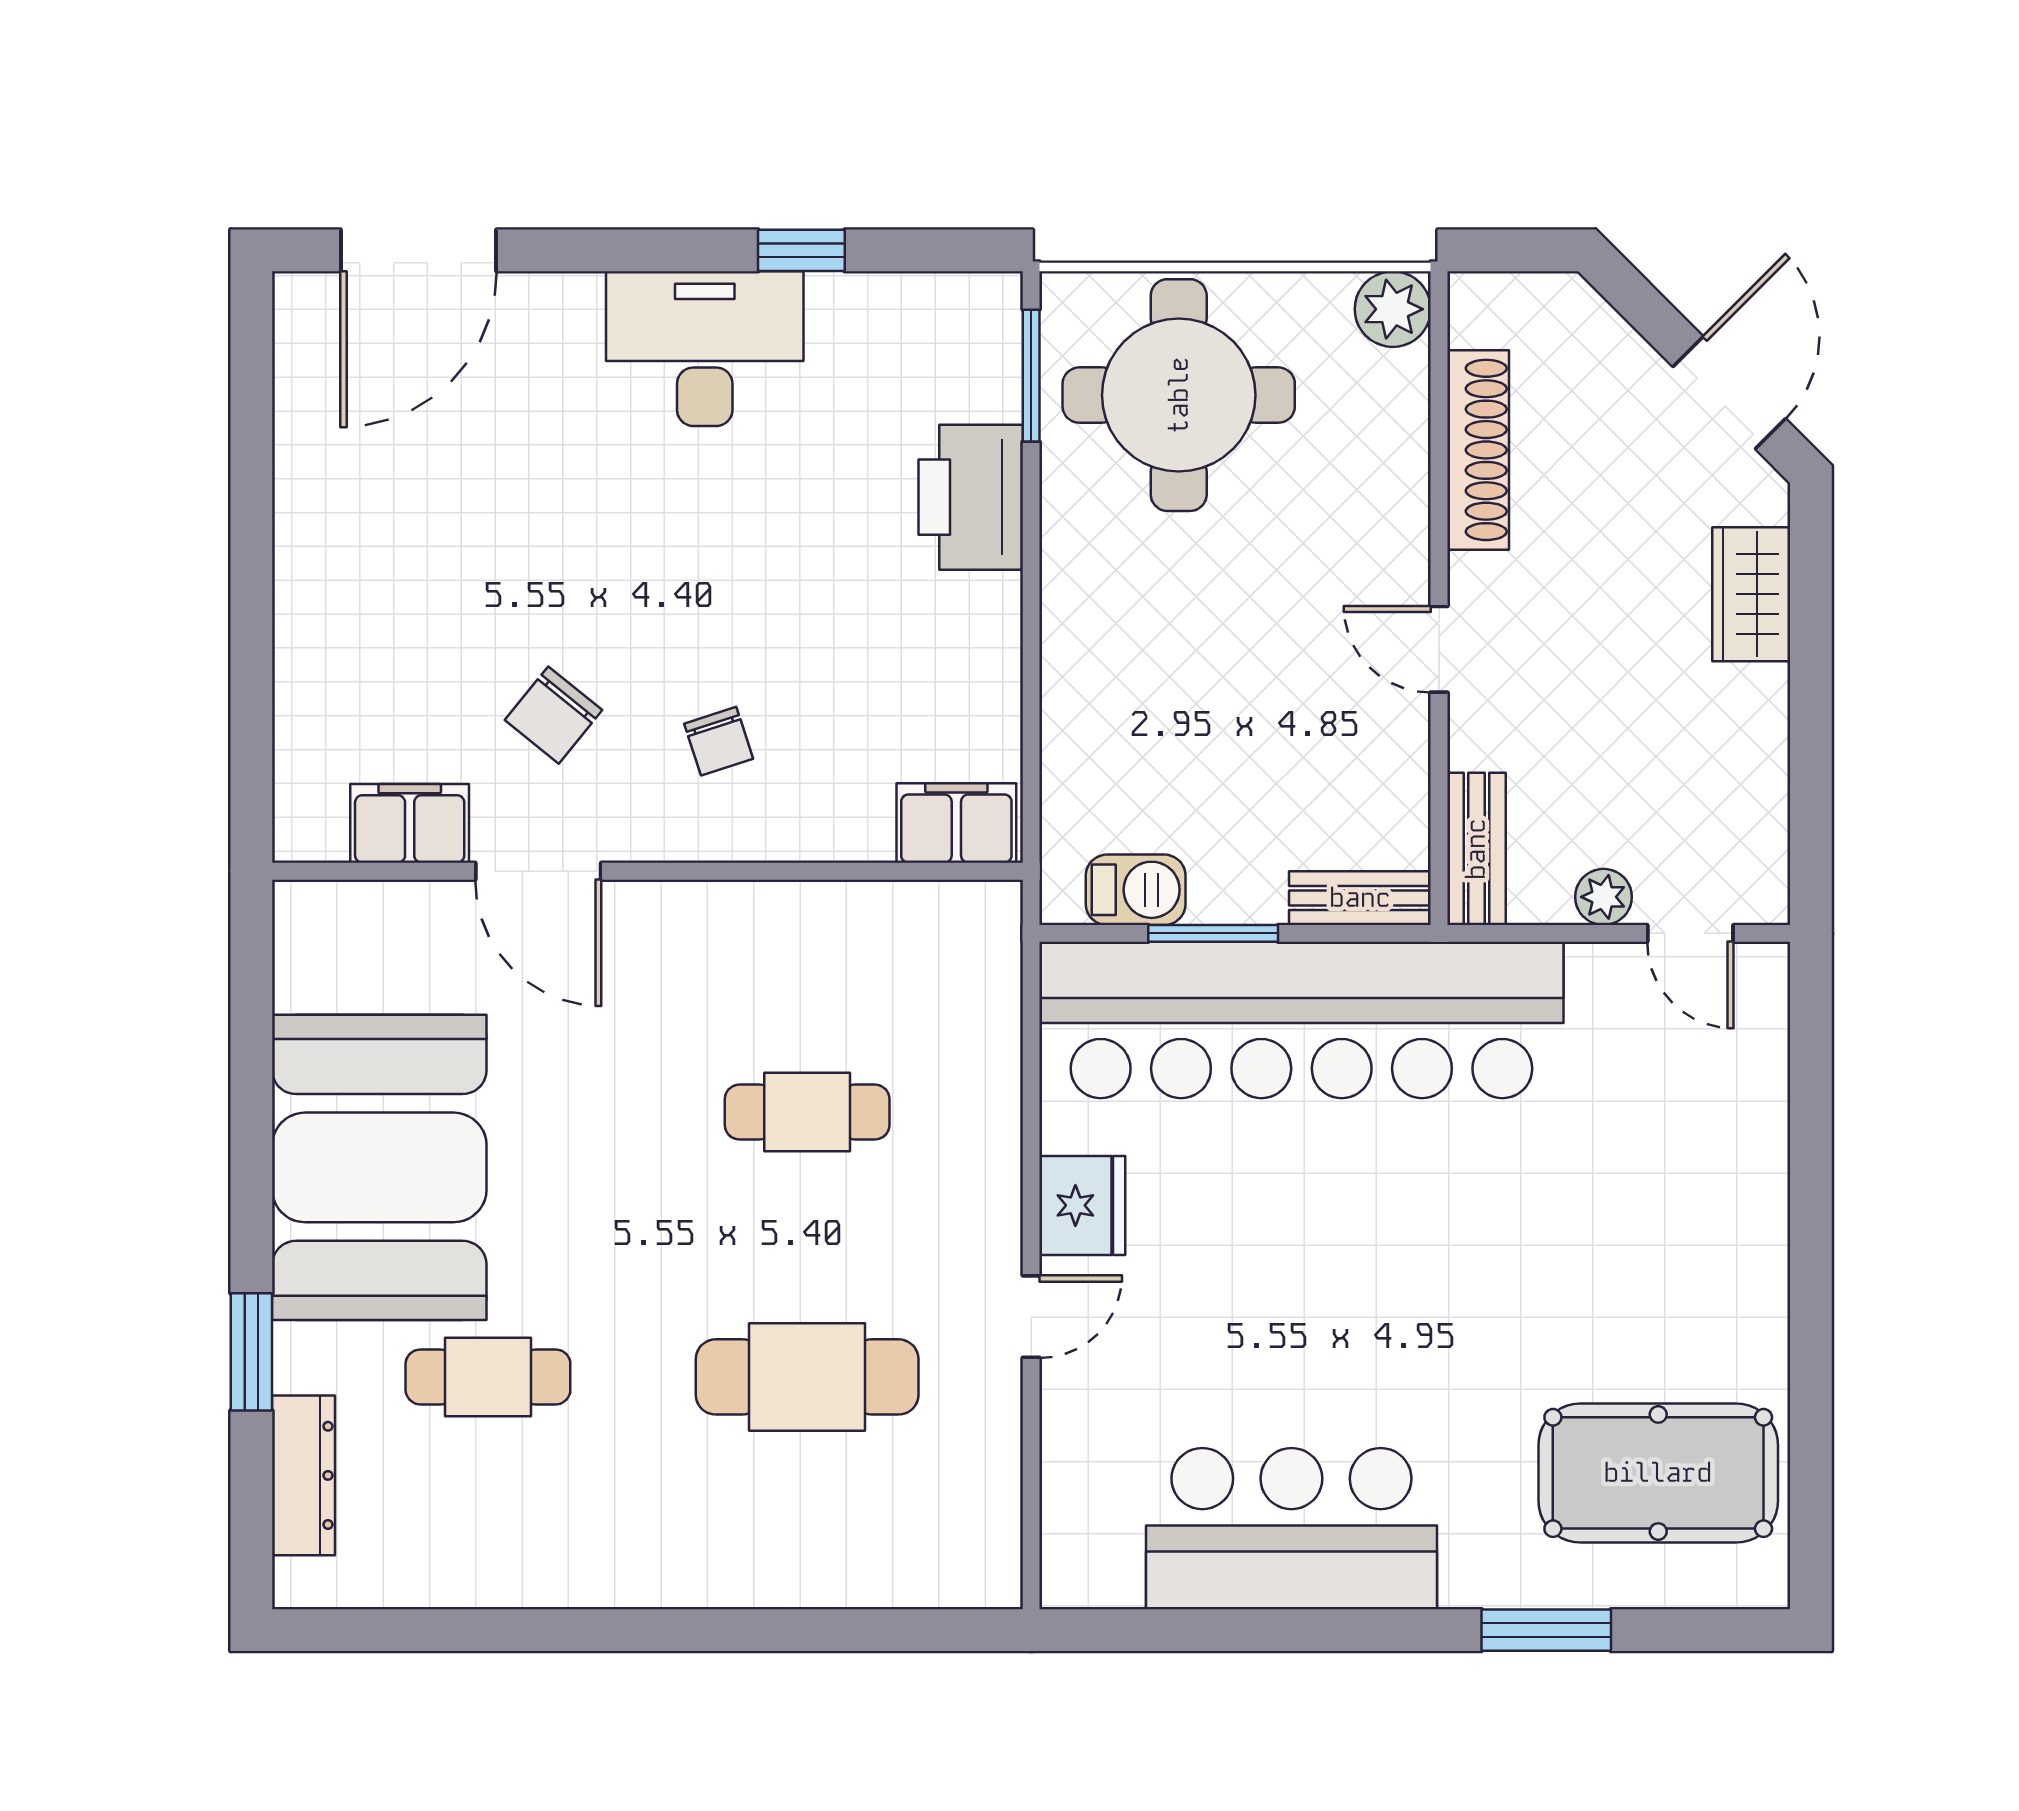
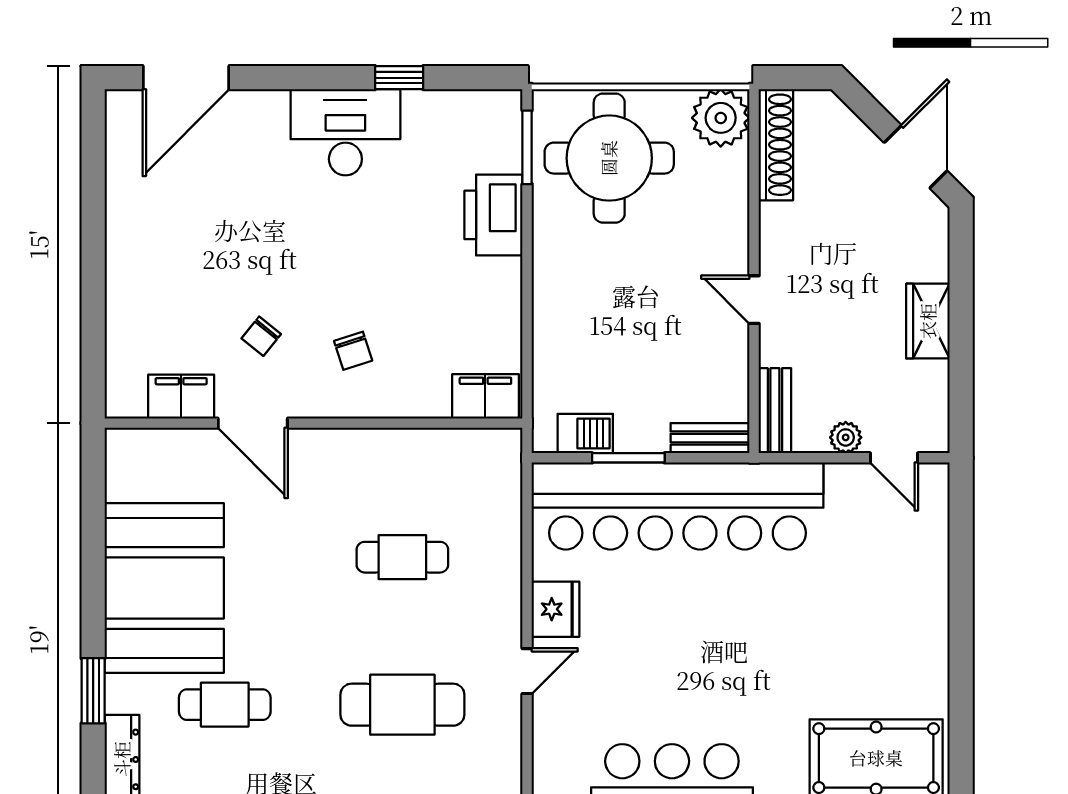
plant: (1393, 309) -> (721, 118), width x1.36, depth x1.36
shoe rack: (1478, 450) -> (776, 145), moved
wardrobe: (1751, 594) -> (928, 321), moved
chair: (554, 715) -> (261, 336), width x0.73, depth x0.73

